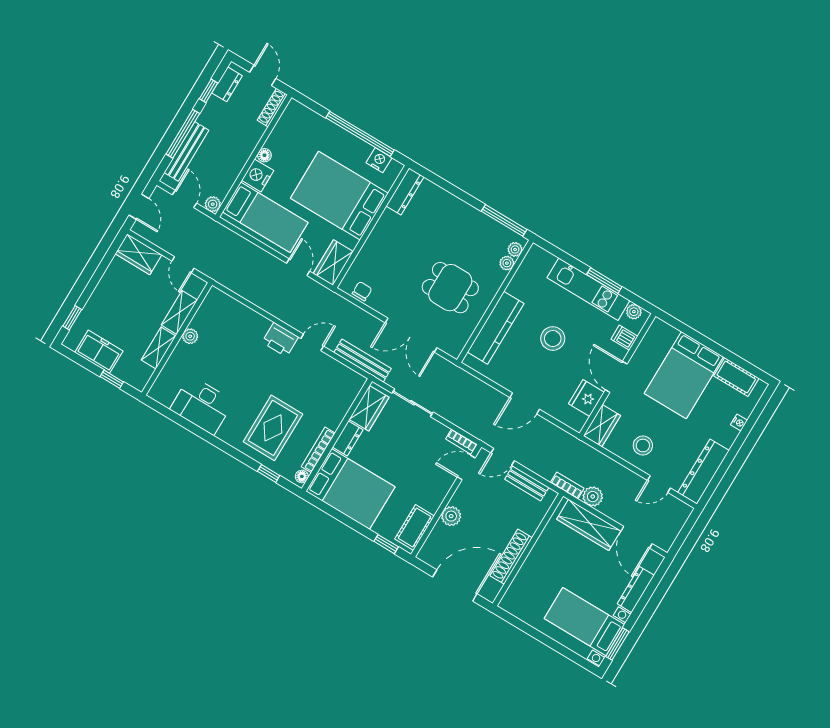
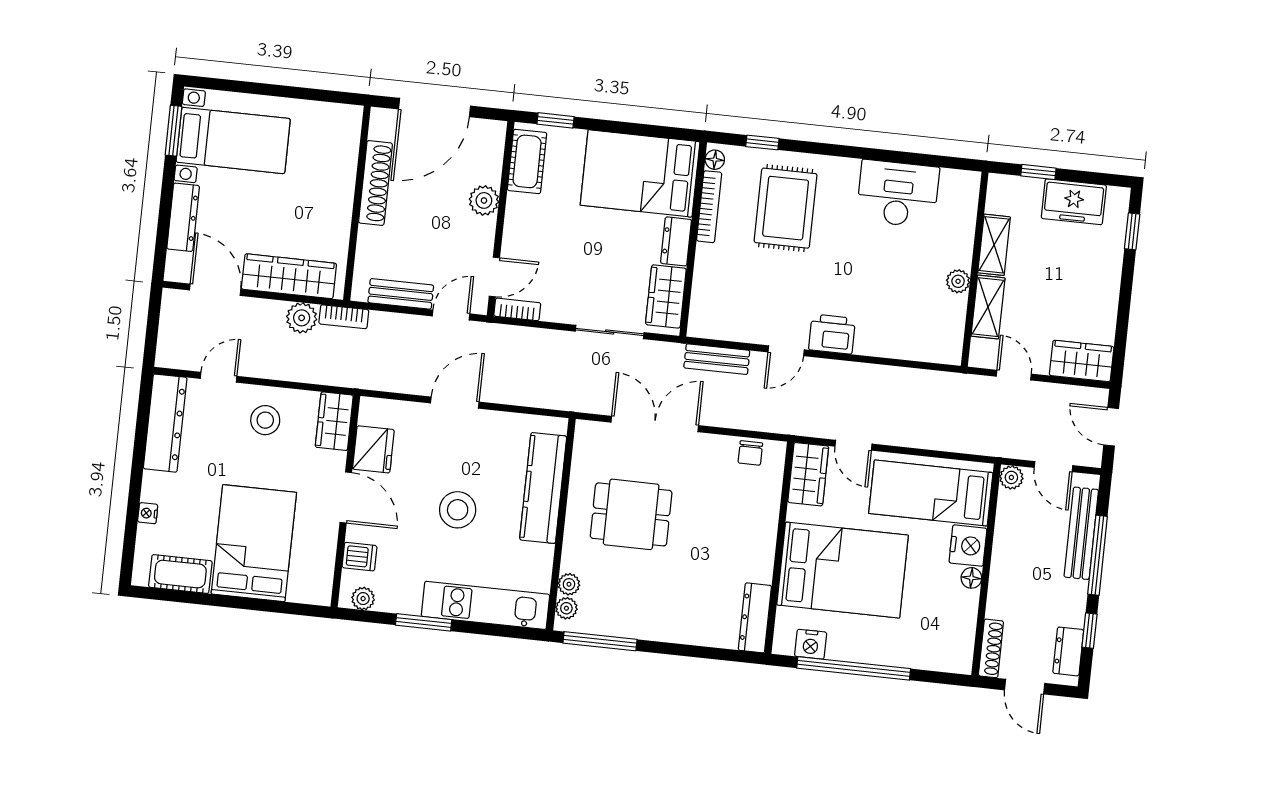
kitchen unit: (588, 289) -> (485, 605), moved
bench: (363, 361) -> (717, 359), width x0.73

